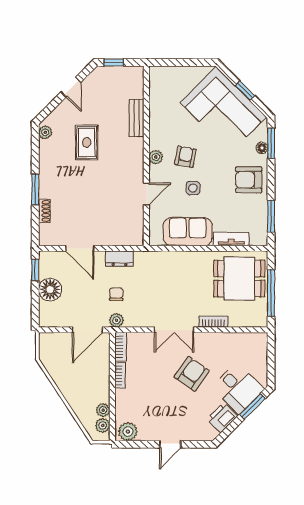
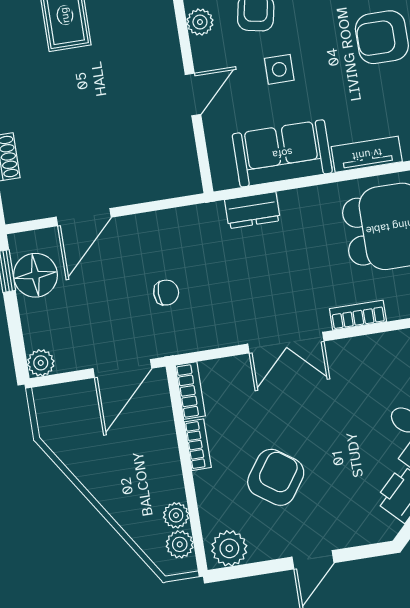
door: (80, 248) -> (84, 217), hinge flipped
dresser: (119, 259) -> (252, 210), moved
floor lamp: (50, 290) -> (35, 275), moved
chair: (116, 294) -> (166, 293), turned 90
plant: (117, 320) -> (41, 363), moved
armchair: (192, 374) -> (276, 477), moved

